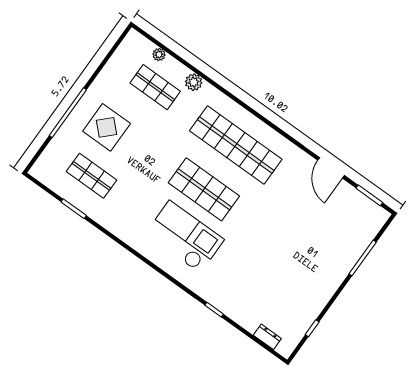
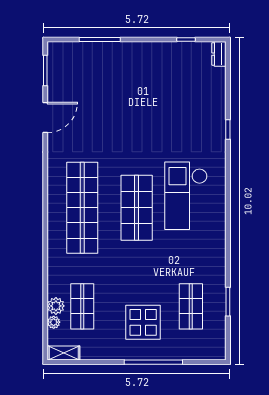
shelving: (128, 45) -> (64, 353), added
plant: (194, 82) -> (56, 306), moved
dresser: (267, 337) -> (219, 54), moved

